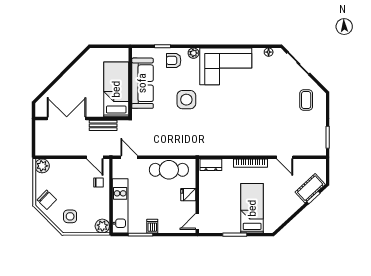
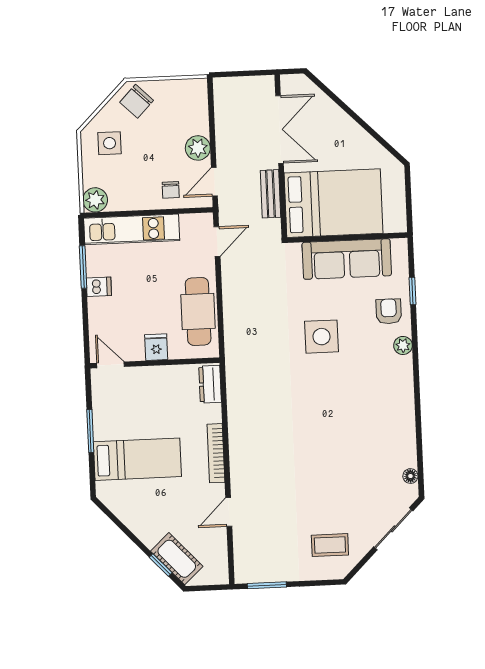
corner sofa: (226, 66) -> (382, 403), removed
bed: (116, 89) -> (334, 203), width x1.50
plant: (42, 166) -> (198, 148), moved

